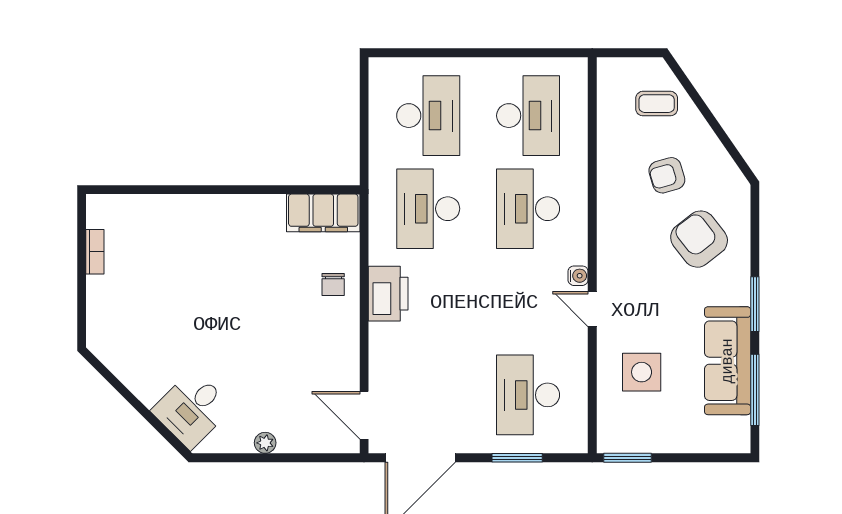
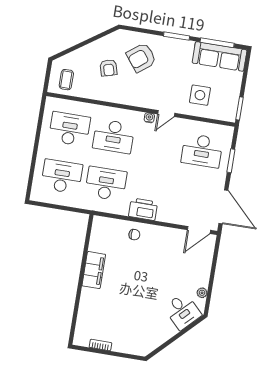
coffee table: (657, 104) -> (66, 80), moved
desk: (428, 209) -> (106, 184), turned 180
filing cabinet: (323, 213) -> (94, 270), moved
sofa: (728, 361) -> (220, 56), moved
plant: (265, 443) -> (202, 293), moved

